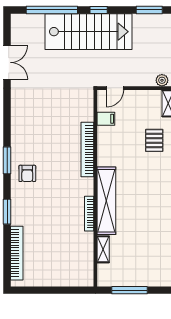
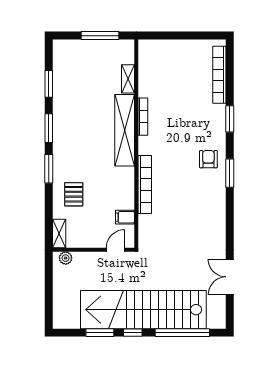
window: (149, 10) -> (100, 333), moved
stairs: (89, 32) -> (143, 310), width x1.36

